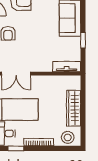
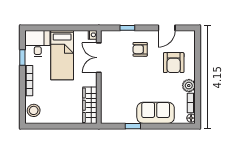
tv unit: (67, 67) -> (106, 109), removed
wardrobe: (74, 108) -> (90, 105), moved, turned -90

